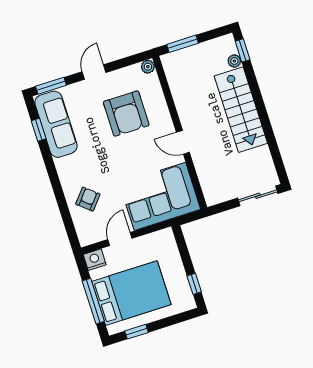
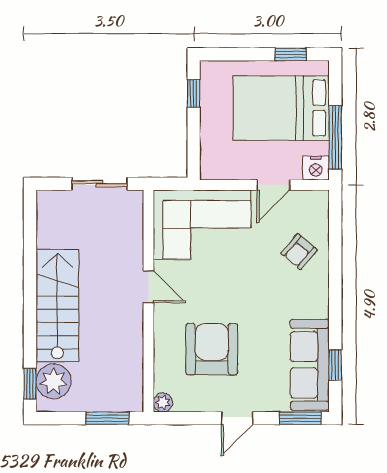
plant: (234, 61) -> (54, 381), width x1.87, depth x1.87
sliding door: (258, 196) -> (99, 184), moved
window: (93, 301) -> (335, 137), moved

